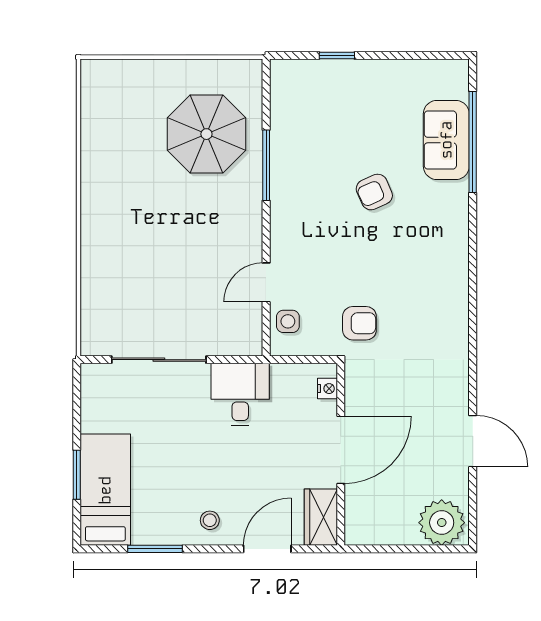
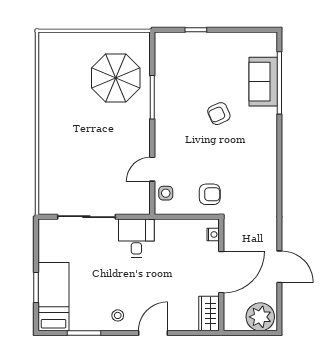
nightstand: (328, 389) -> (213, 234), moved
door: (341, 450) -> (221, 272), moved
wall: (341, 454) -> (221, 275), moved
wardrobe: (321, 517) -> (209, 314), moved

